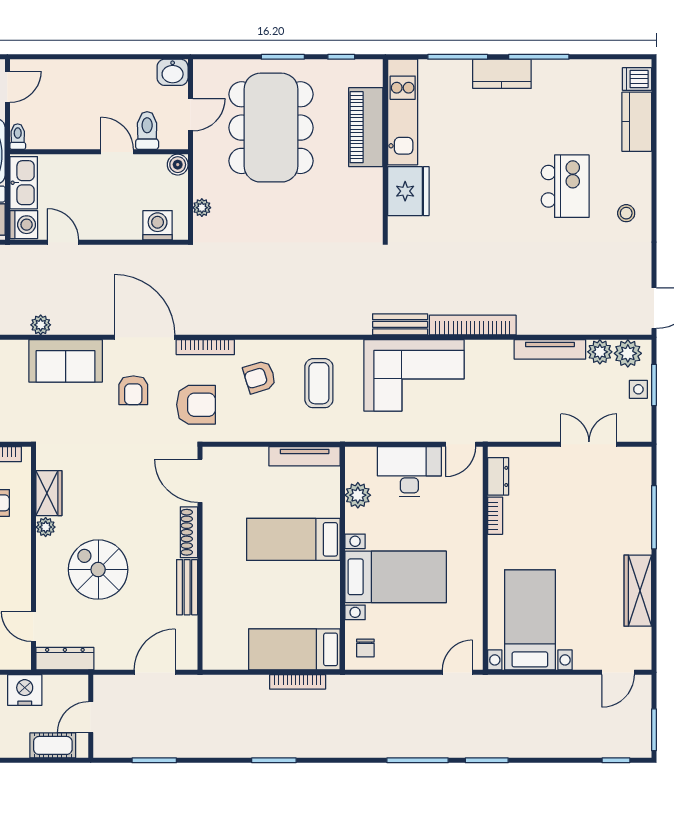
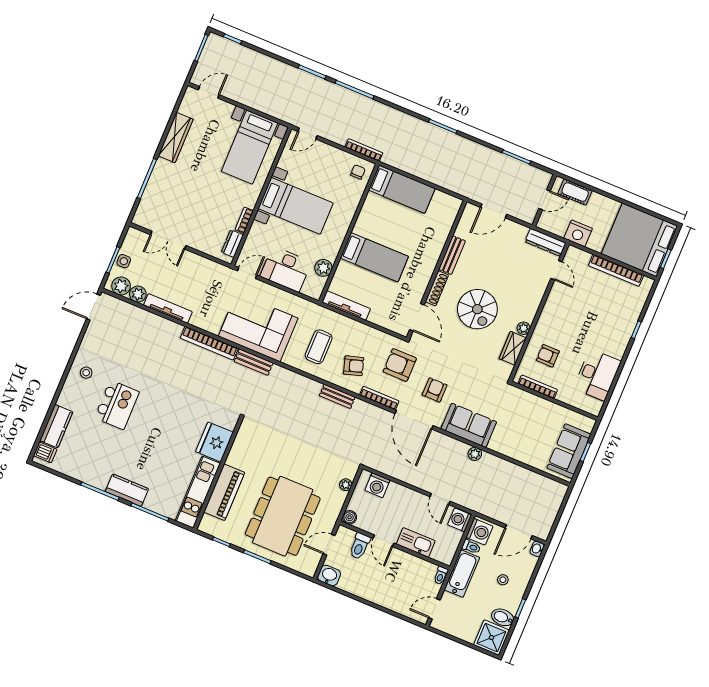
kitchen sink: (24, 183) -> (416, 542), moved, turned 90
kitchen island: (565, 186) -> (117, 405), turned 180
bench: (265, 325) -> (337, 396), added
spiral stairs: (98, 570) -> (477, 309), moved
bed with nightstands: (396, 577) -> (296, 206), moved, turned 180
bookcase: (298, 682) -> (364, 150), moved

